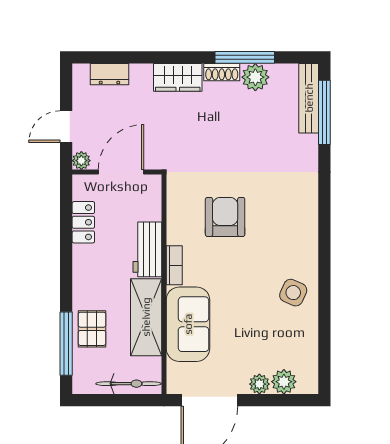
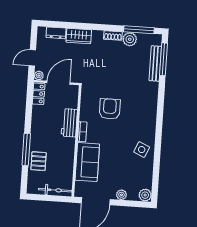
window: (245, 57) -> (139, 30), moved
wardrobe: (178, 77) -> (79, 36), moved
bench: (309, 98) -> (155, 63), moved
locker: (83, 222) -> (39, 94), moved
shelving: (146, 317) -> (66, 157), removed
window: (66, 344) -> (26, 150), moved
plant: (284, 382) -> (145, 195), moved

